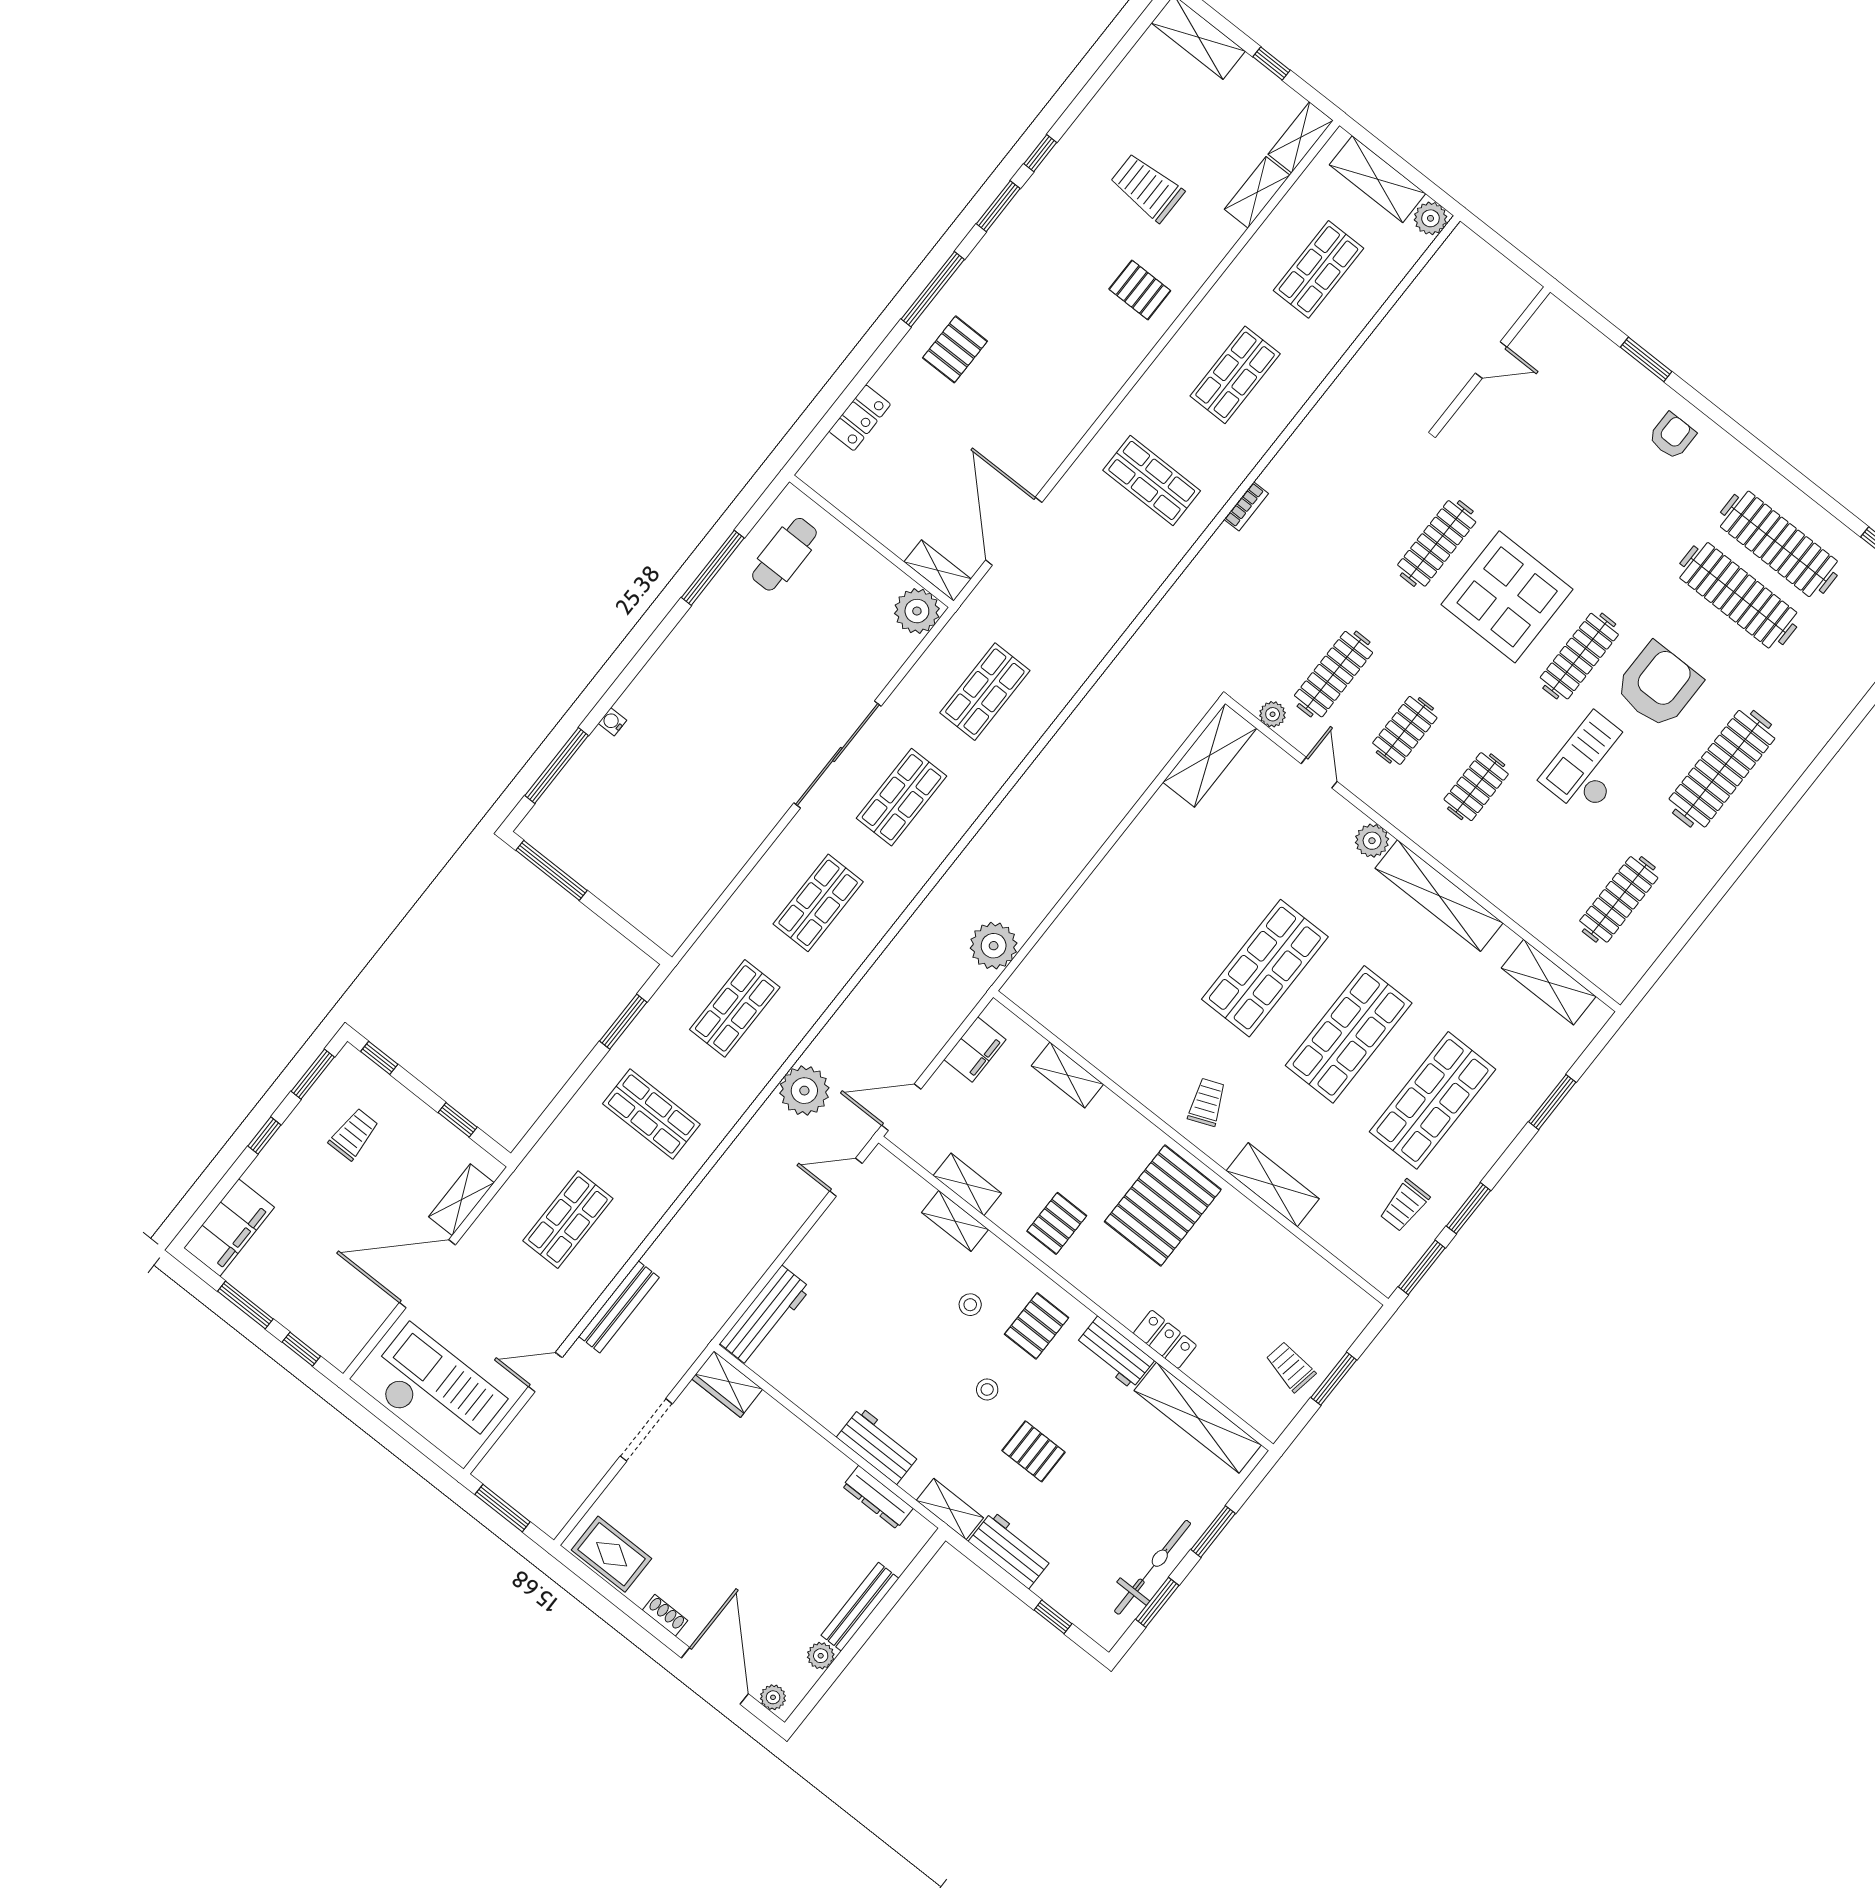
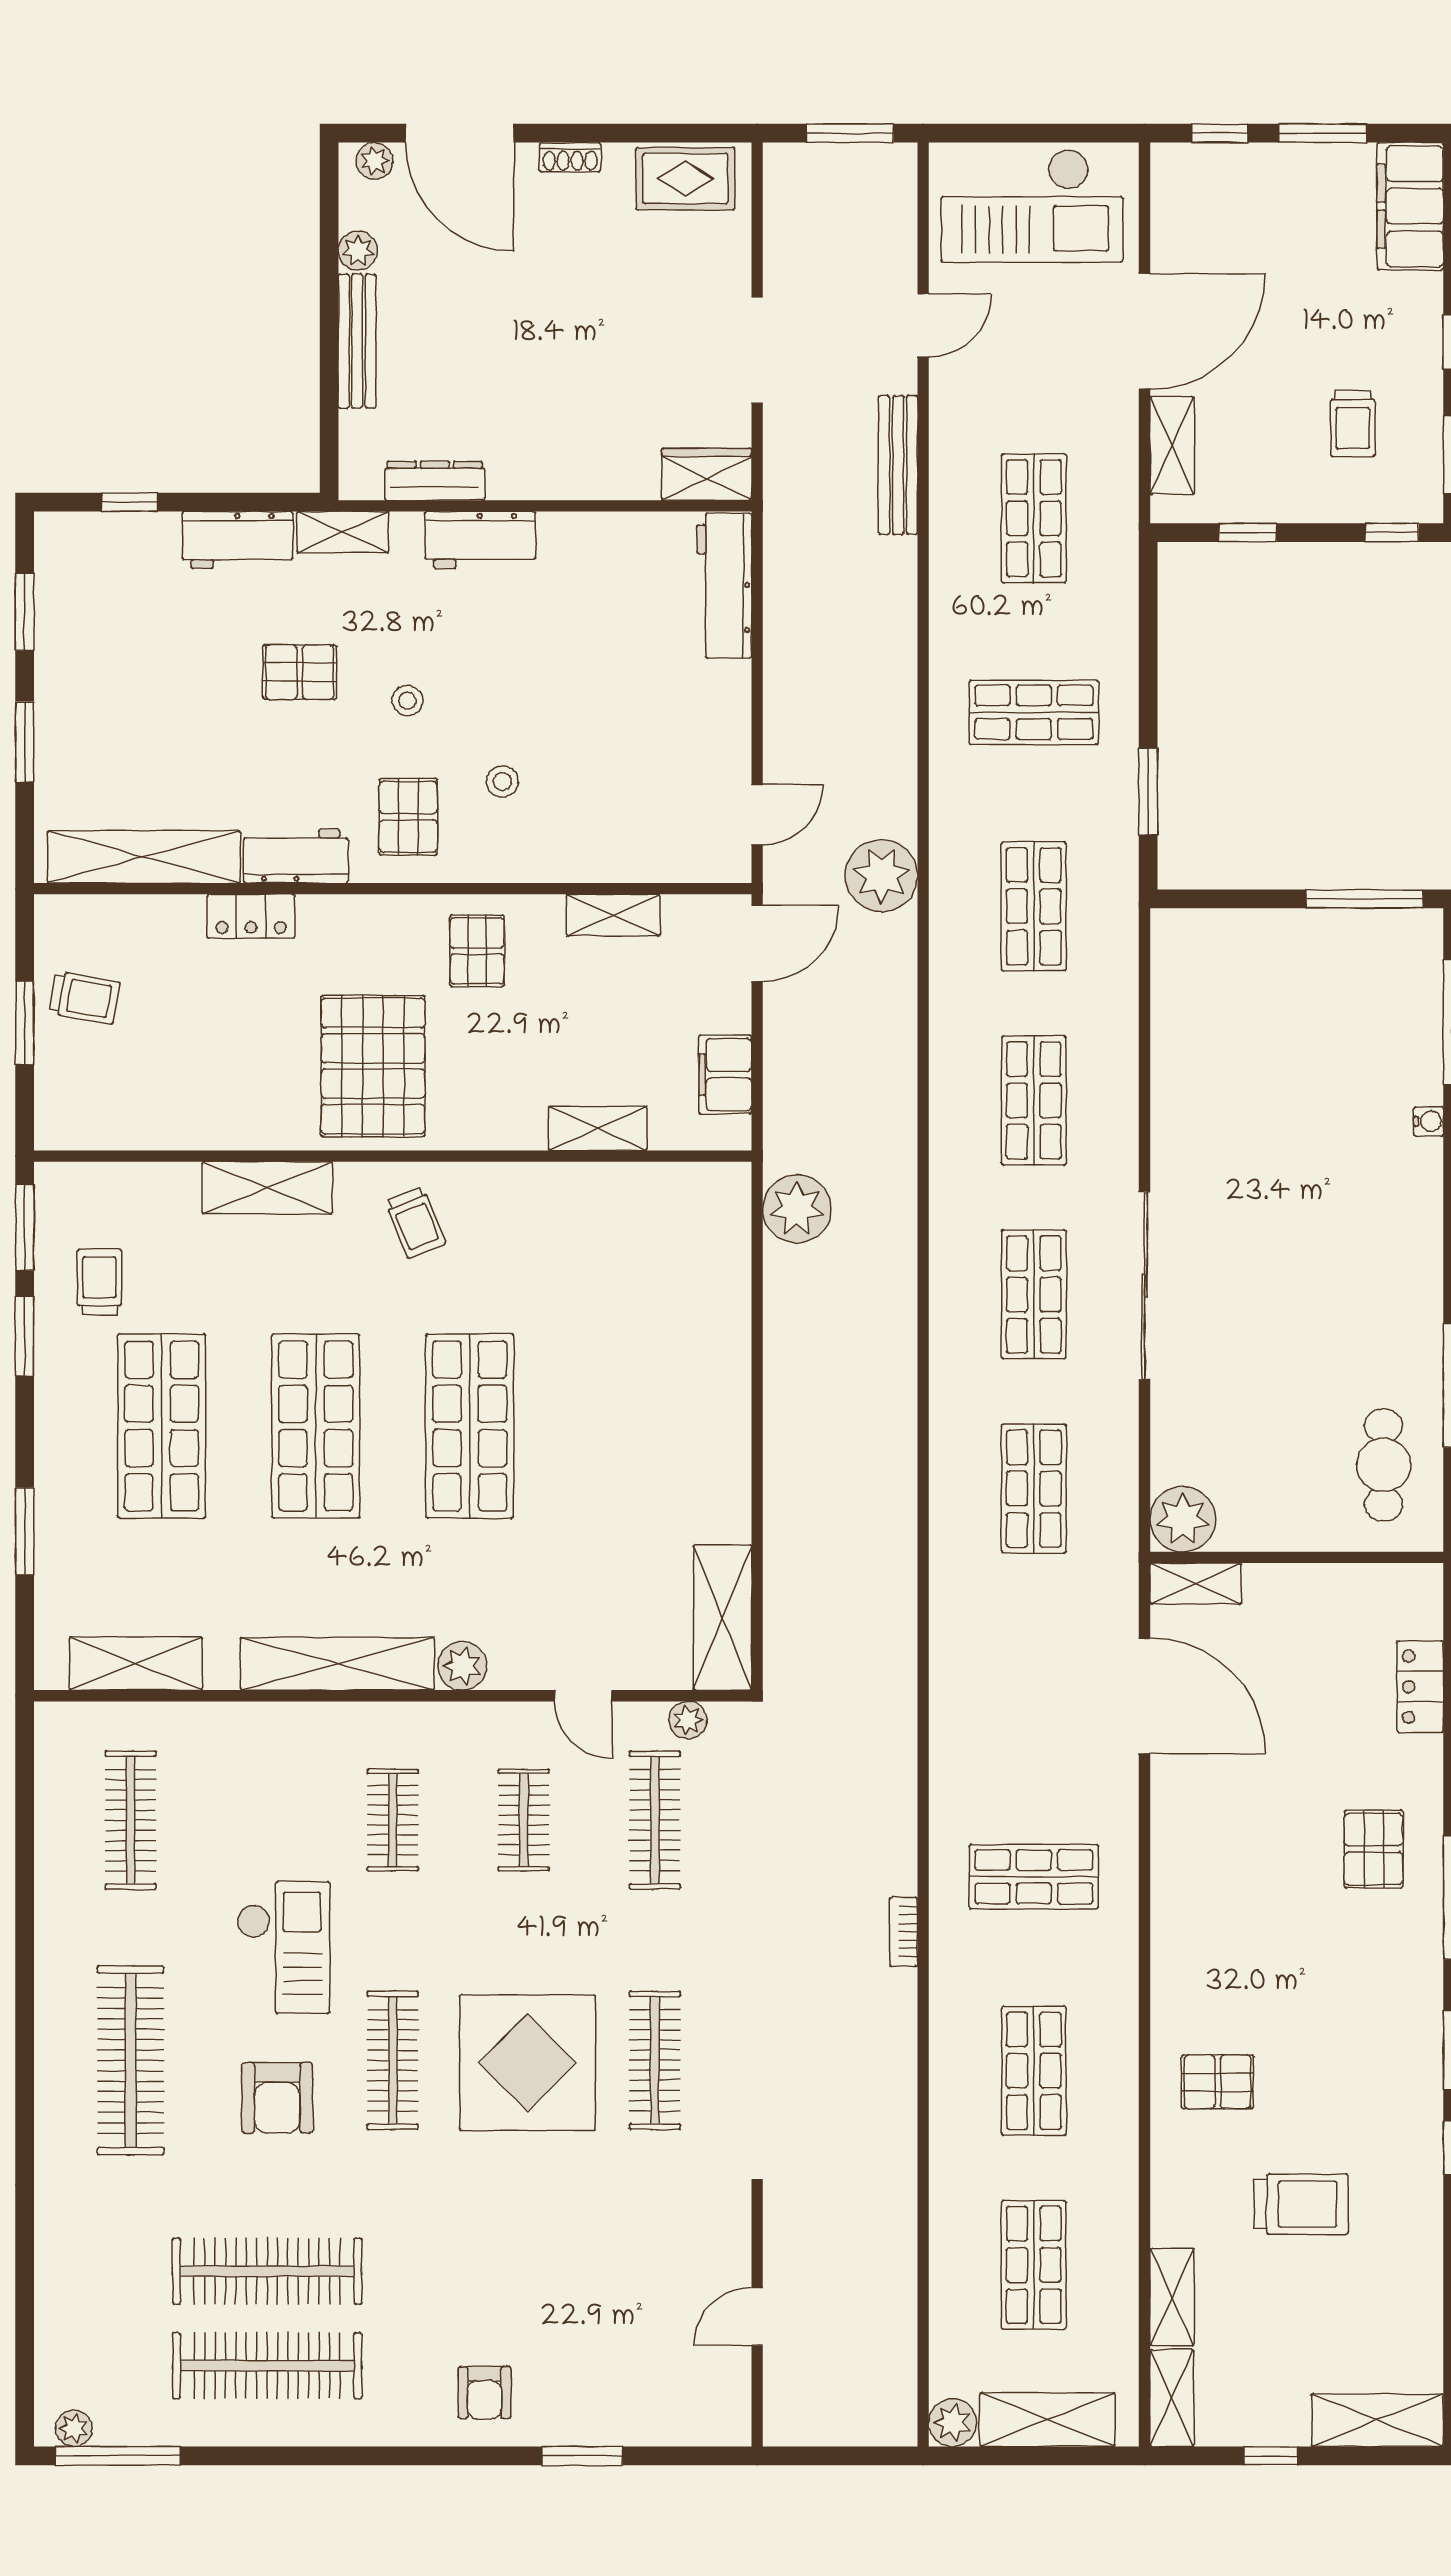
armchair: (1658, 685) -> (277, 2098), width x0.73, depth x0.73
shelving: (955, 1221) -> (594, 863), removed
bicycle: (1153, 1567) -> (61, 647), removed

